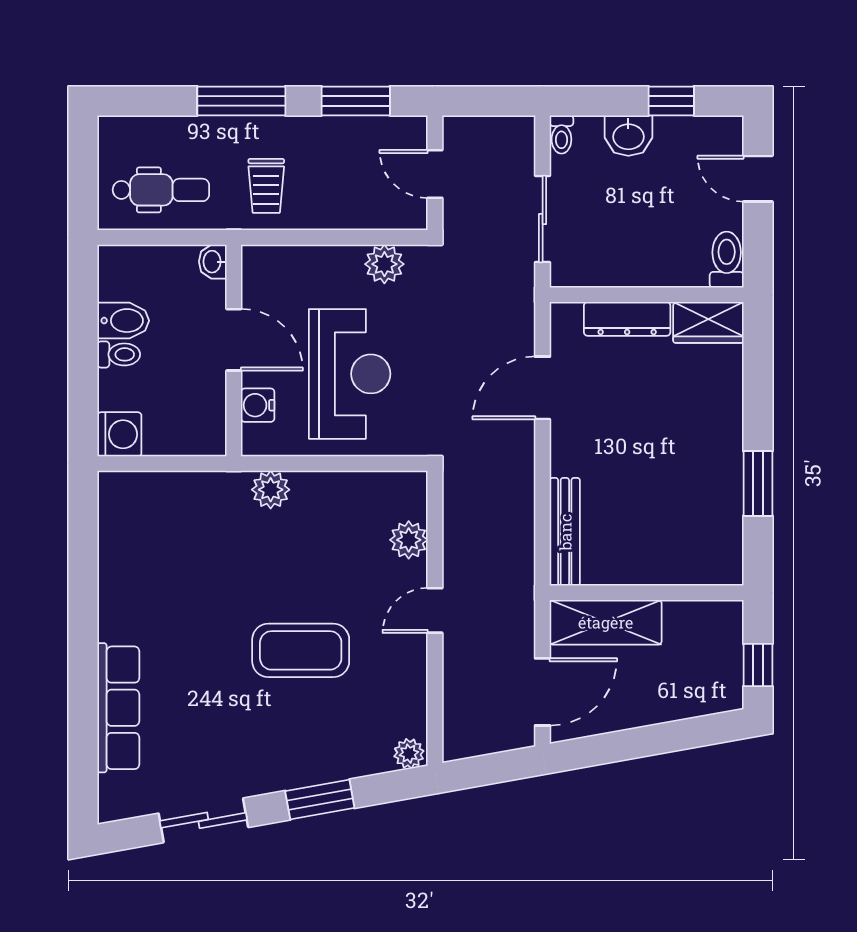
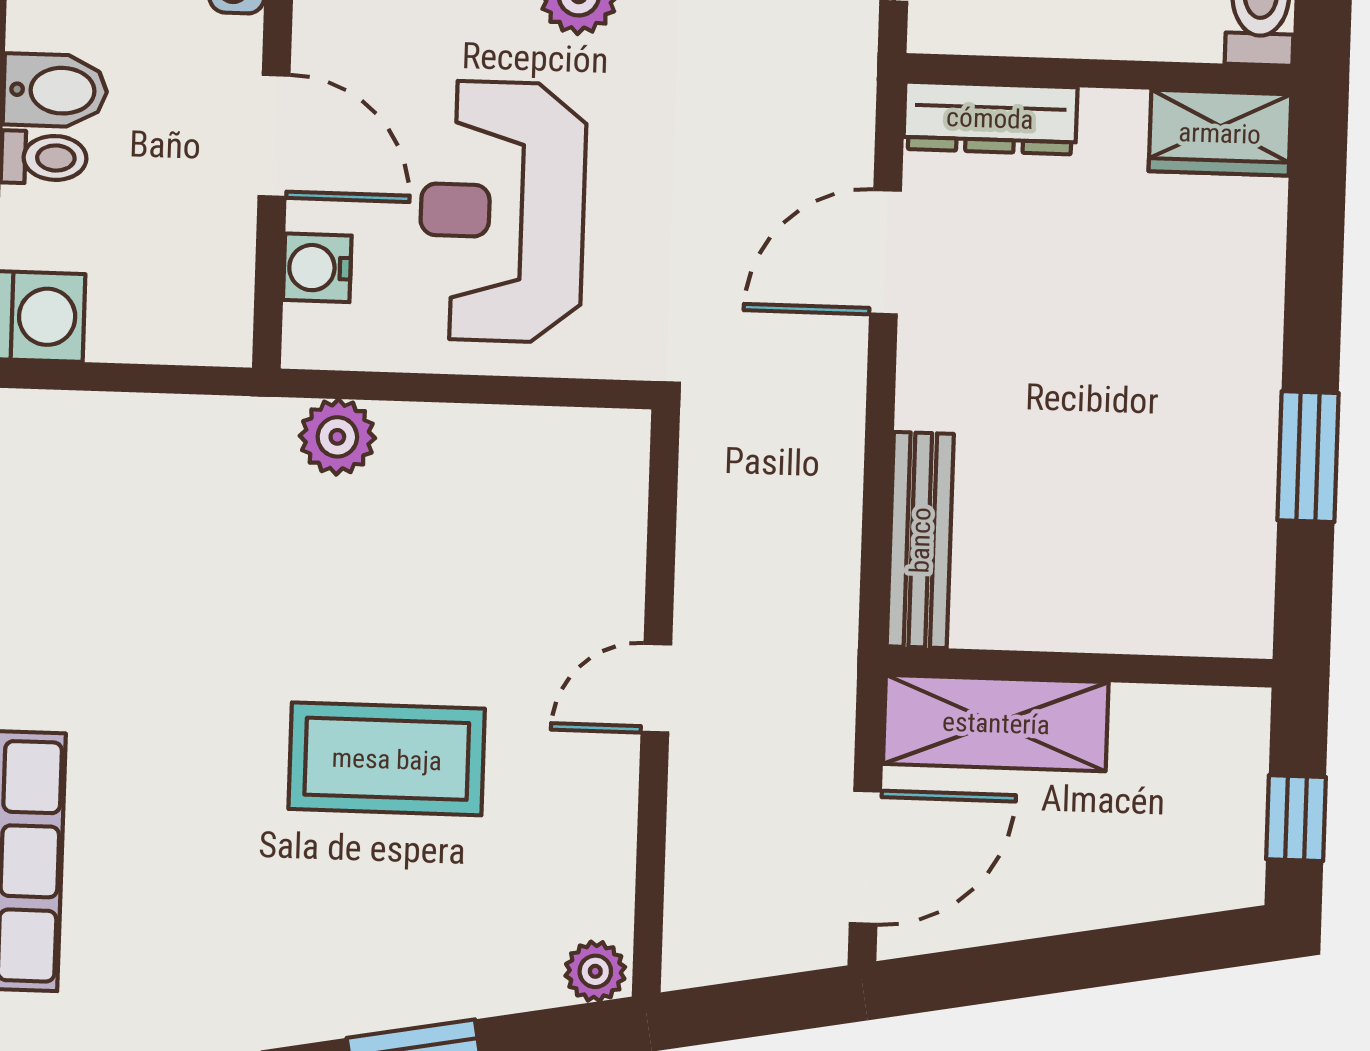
dresser: (627, 319) -> (990, 118), moved
reception desk: (350, 374) -> (502, 212), turned 180
plant: (409, 540) -> (609, 546), removed

